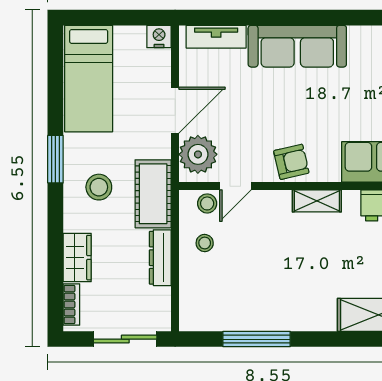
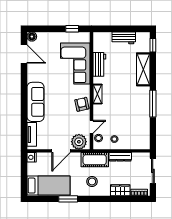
door: (175, 110) -> (61, 151), swing flipped
window: (55, 159) -> (68, 199), moved
door: (235, 186) -> (92, 127), hinge flipped
window: (257, 339) -> (153, 104), moved

